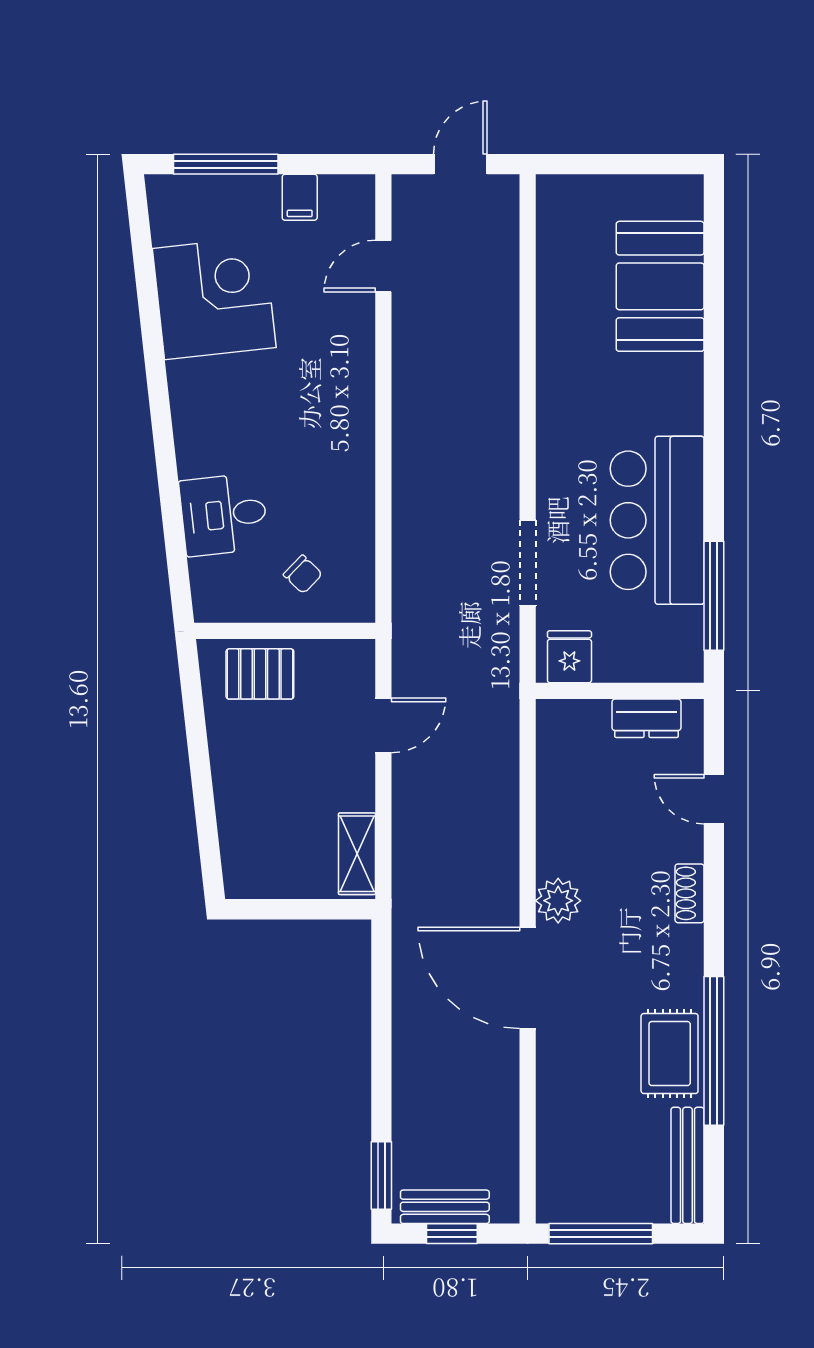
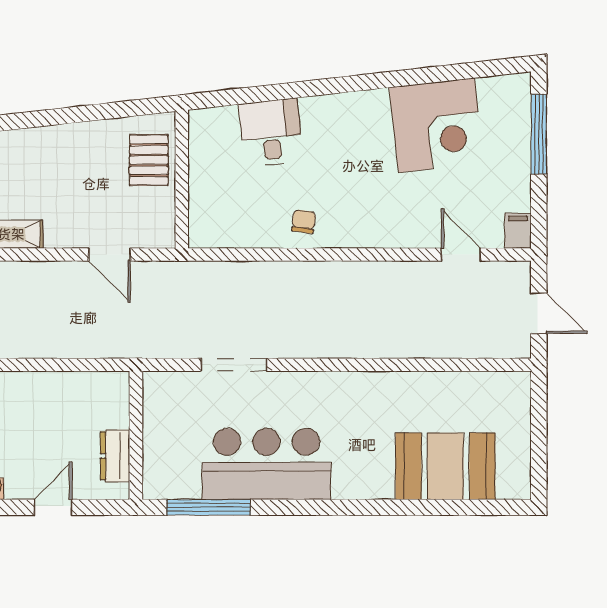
filing cabinet: (300, 197) -> (518, 231), moved, turned 90
chair: (303, 574) -> (304, 222), moved, turned 144
fridge: (569, 657) -> (162, 397), removed

